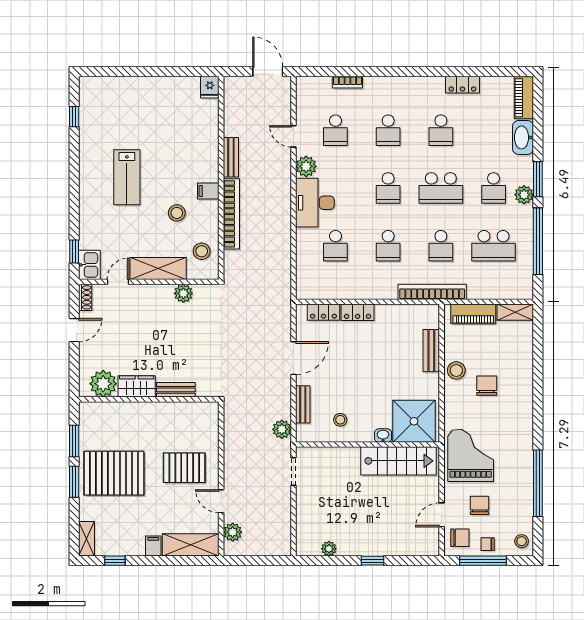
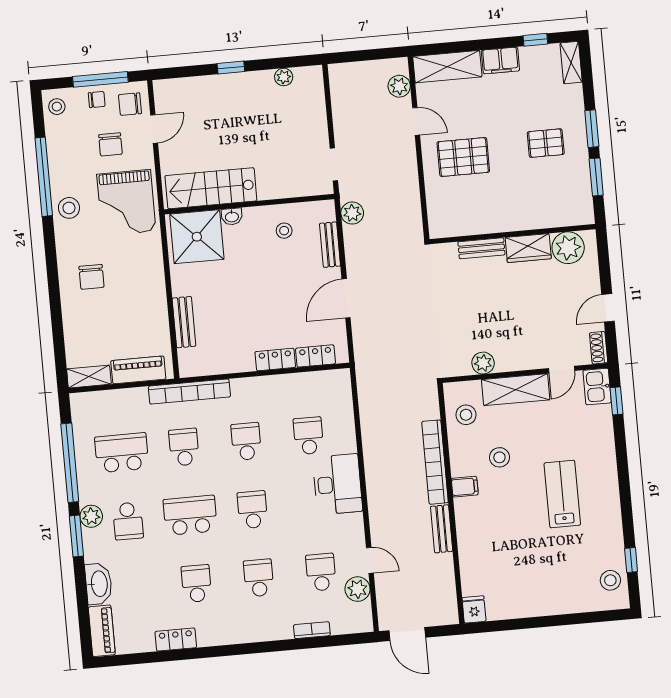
stool: (93, 101) -> (610, 580), added
plant: (306, 166) -> (358, 589), moved
school desk: (494, 188) -> (128, 521), turned 180
stool: (456, 370) -> (69, 208), moved
chair: (487, 386) -> (91, 277), moved
pallet: (114, 473) -> (546, 143), width x0.49, depth x0.50
filing cabinet: (153, 546) -> (500, 60), width x2.00

